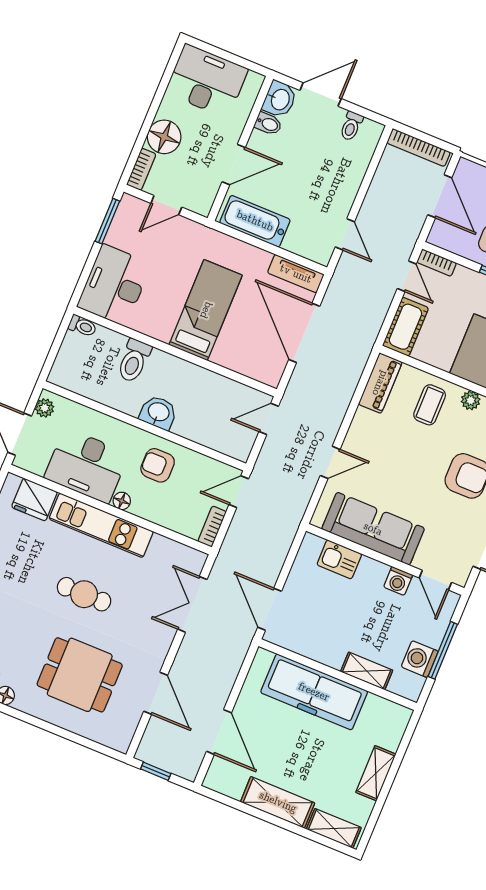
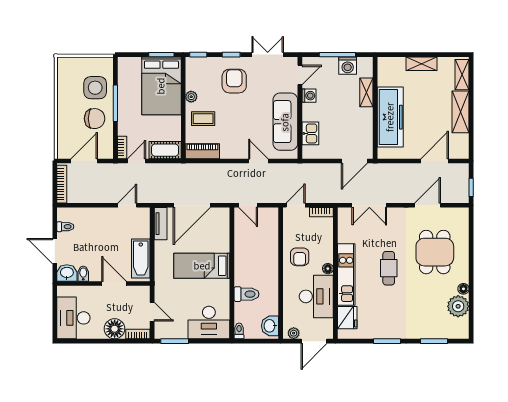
washbasin: (158, 413) -> (270, 326), moved
door: (239, 492) -> (296, 205), swing flipped

